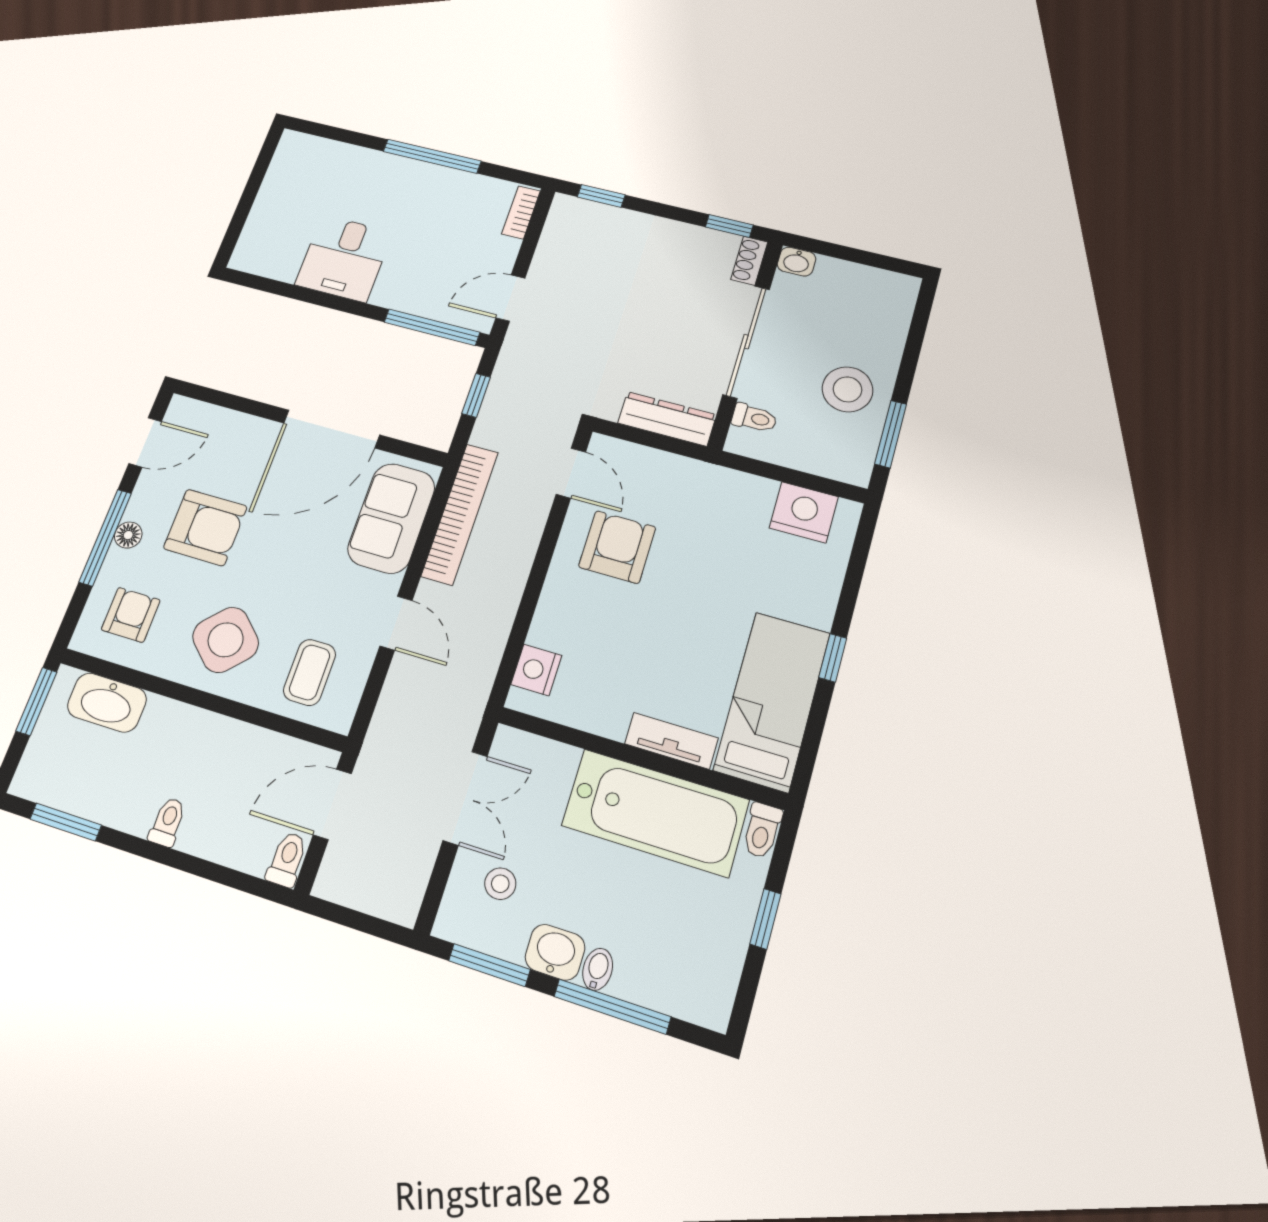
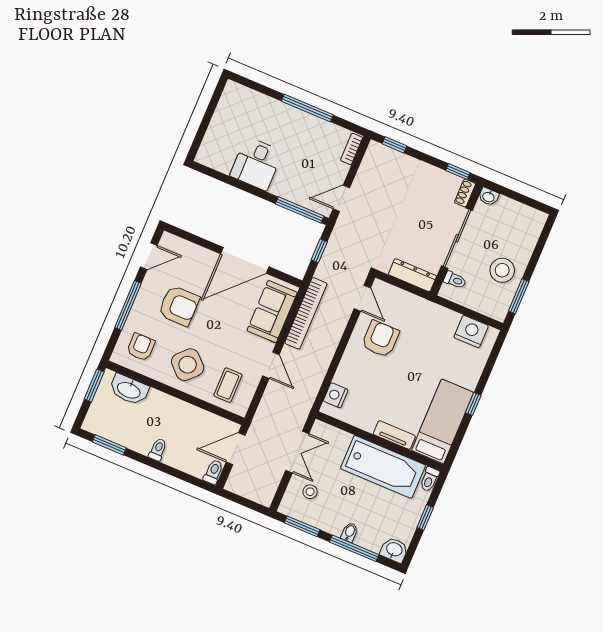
floor lamp: (128, 535) -> (140, 305), removed
washbasin: (555, 952) -> (394, 550), moved

